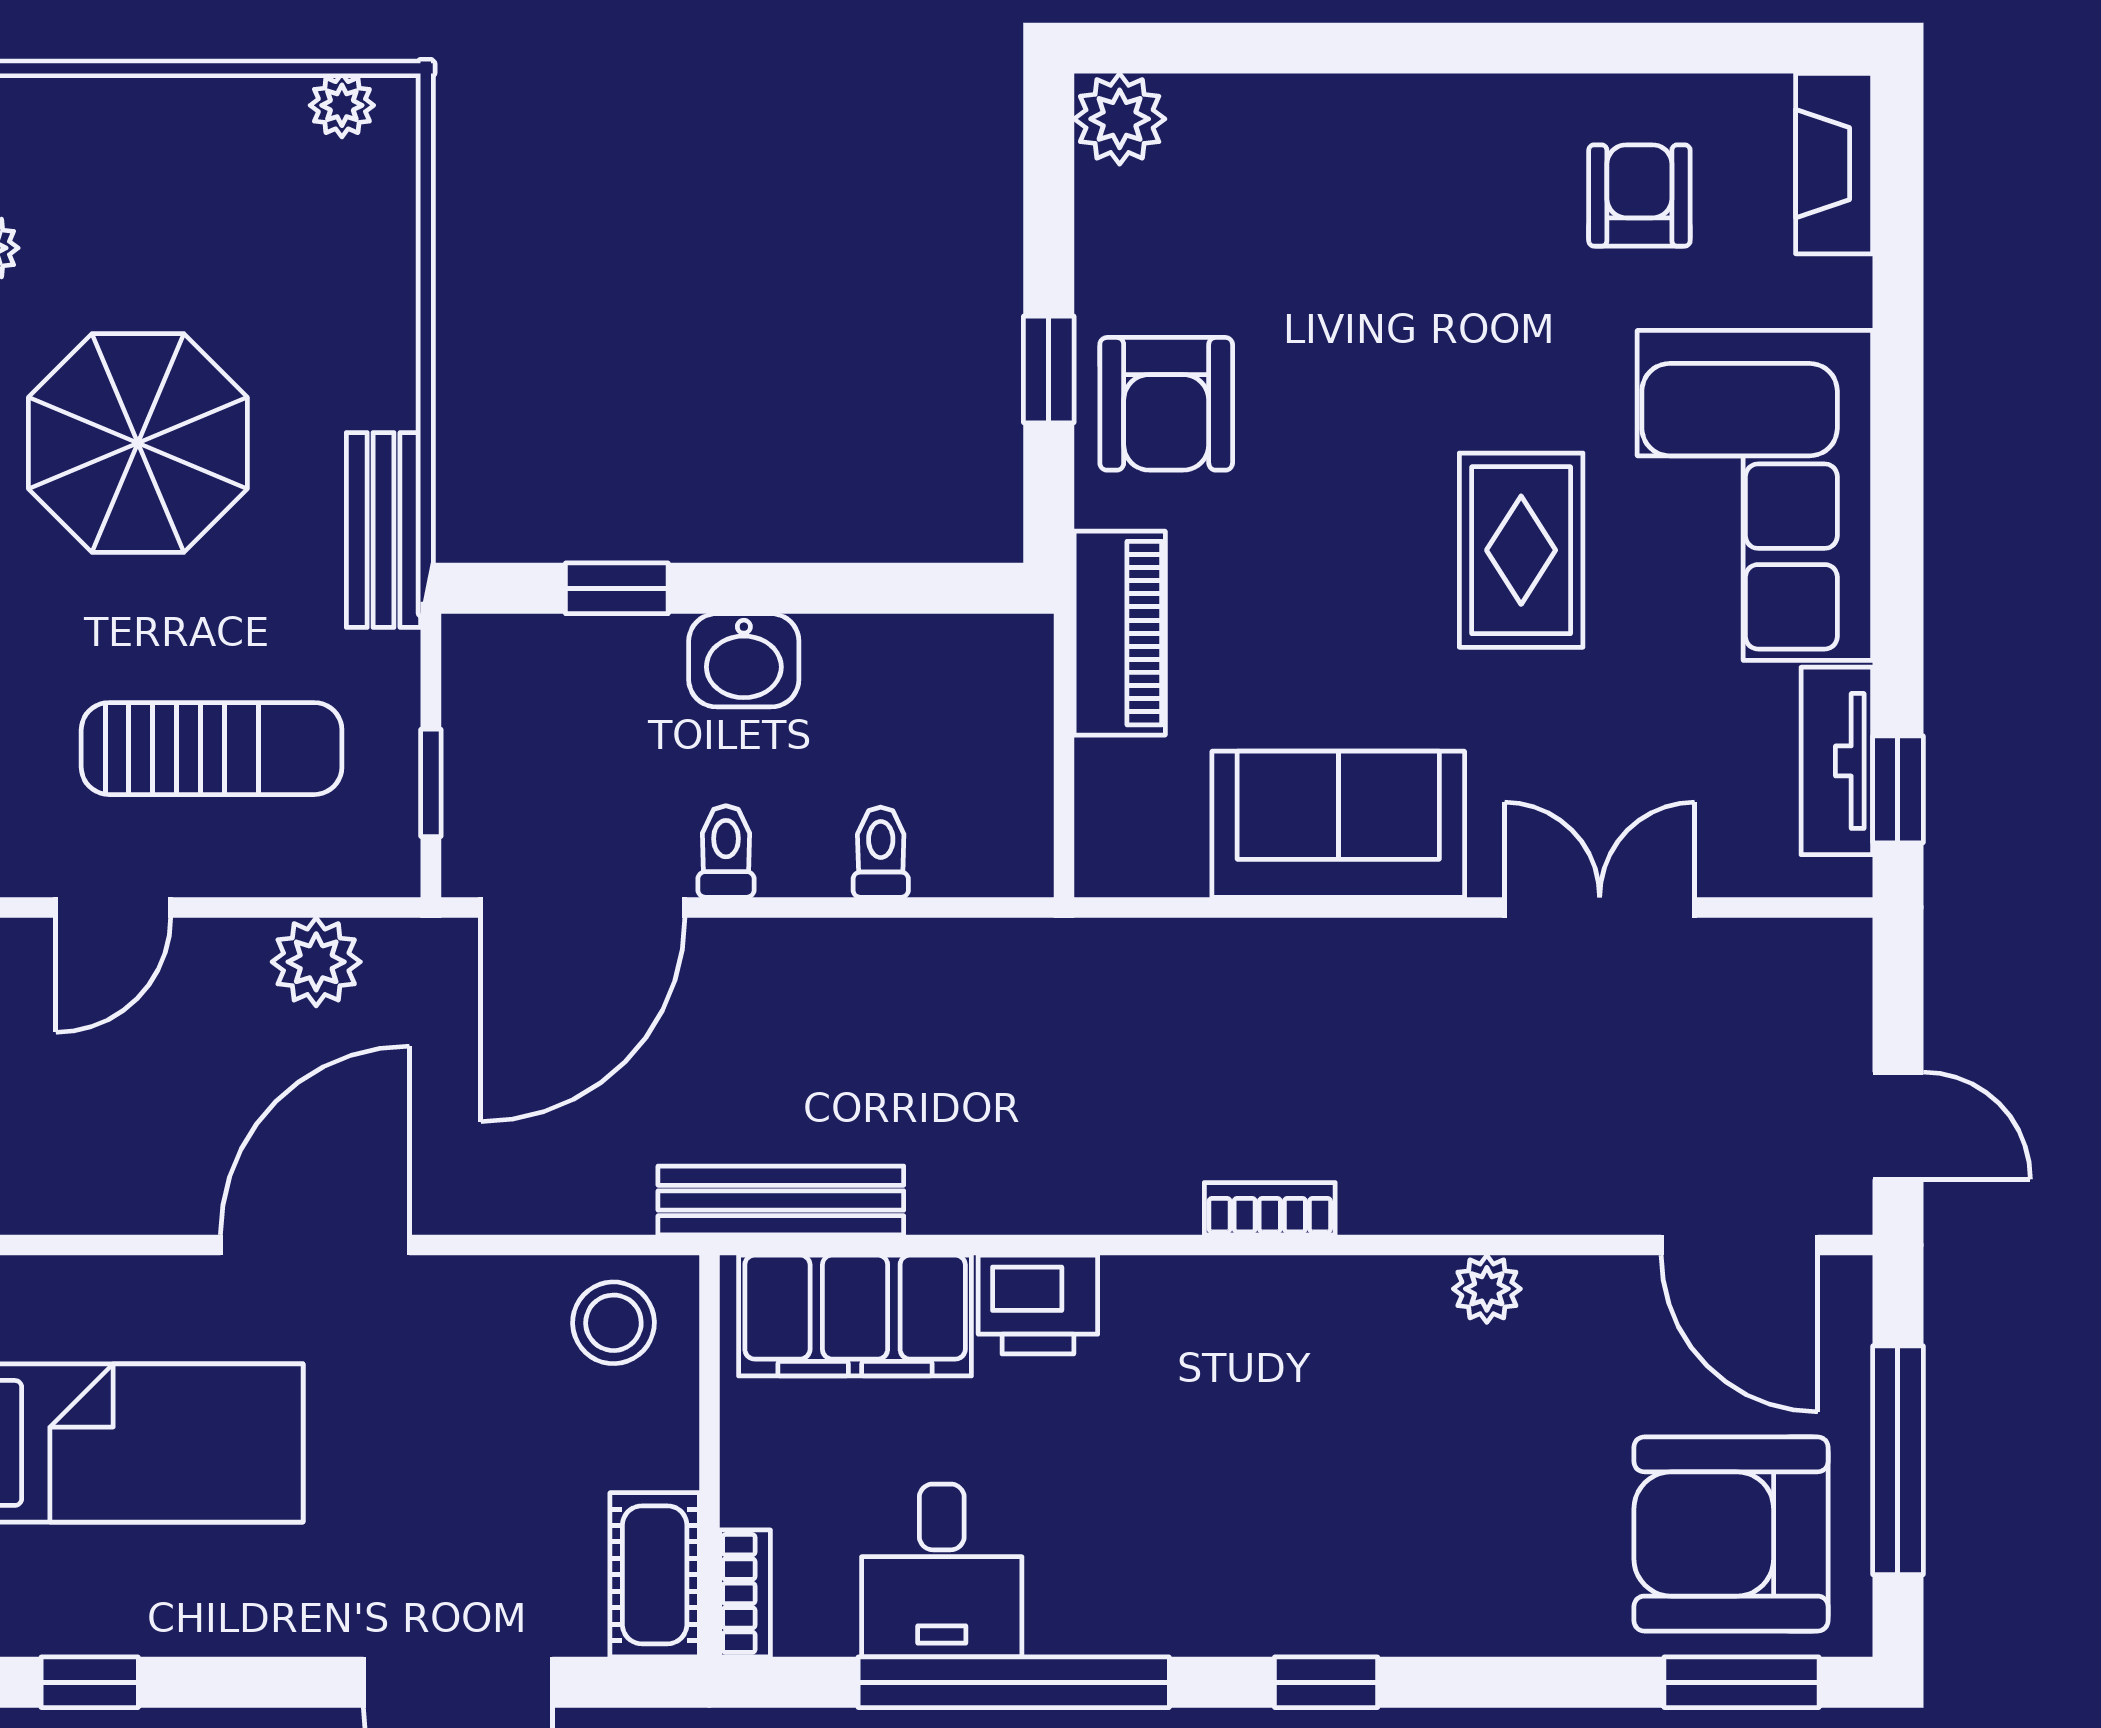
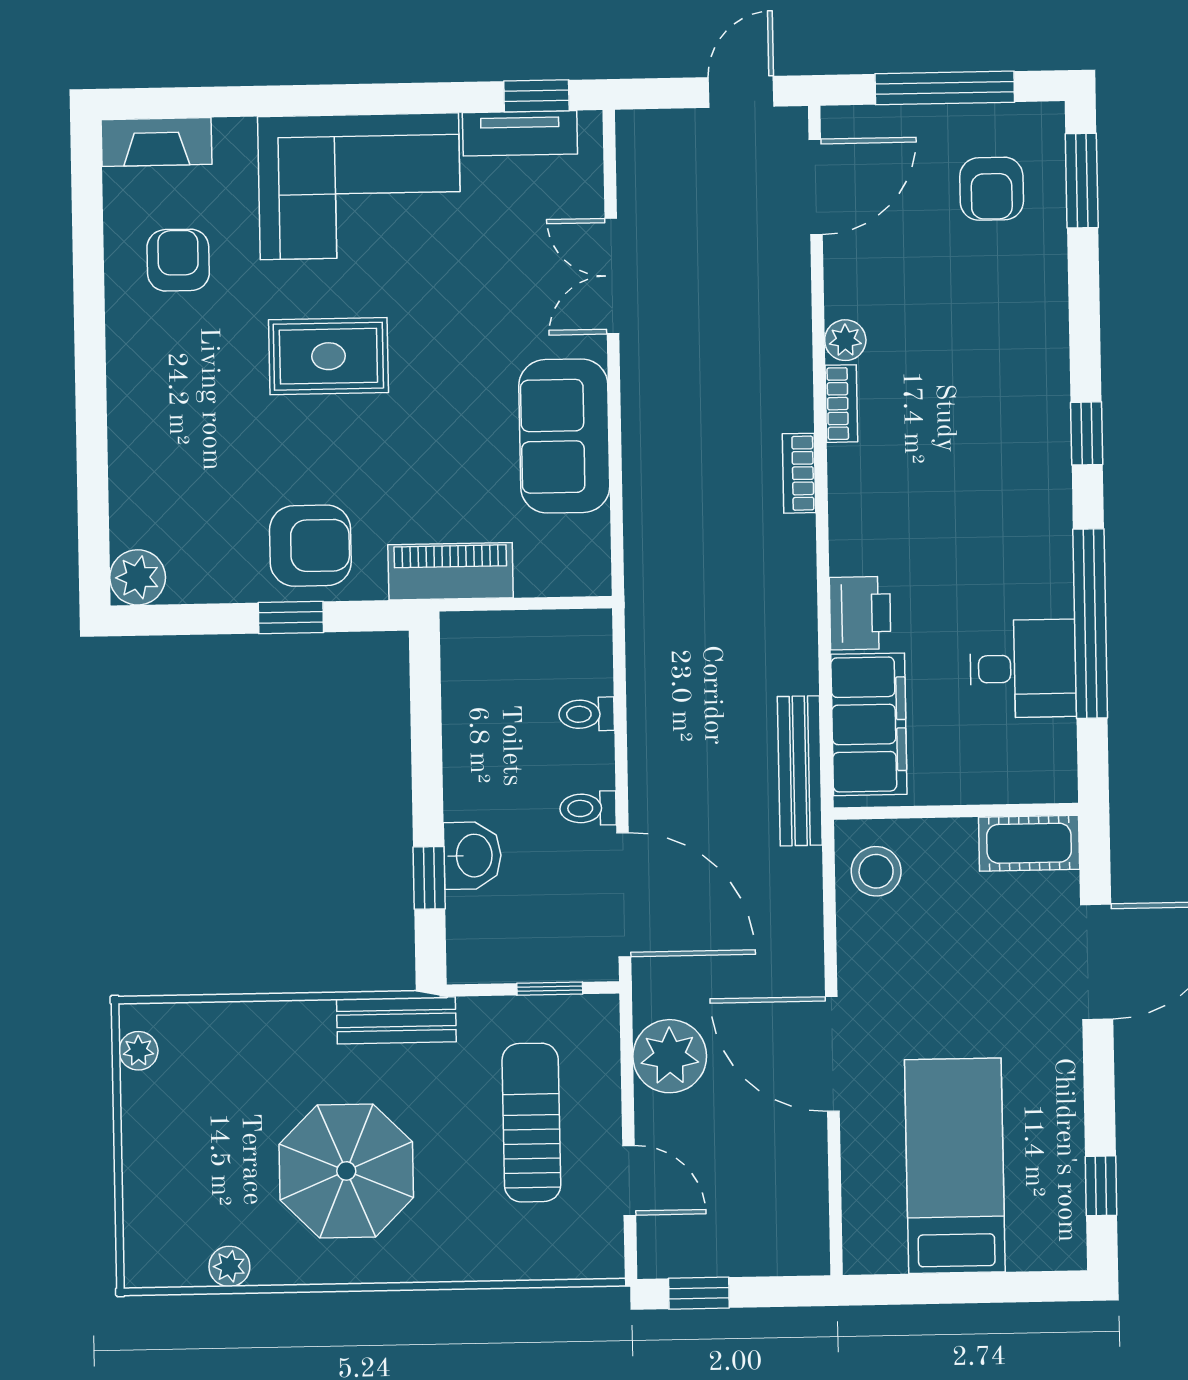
armchair: (1639, 195) -> (178, 260), turned 90
rug: (1521, 550) -> (328, 356), moved
washbasin: (744, 660) -> (473, 856), moved
plant: (316, 962) -> (670, 1056), width x1.36, depth x1.36
armchair: (1731, 1534) -> (992, 189), width x0.53, depth x0.53
bookcase: (745, 1593) -> (841, 404), moved, turned 90

